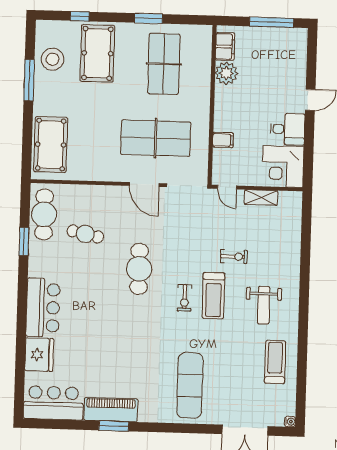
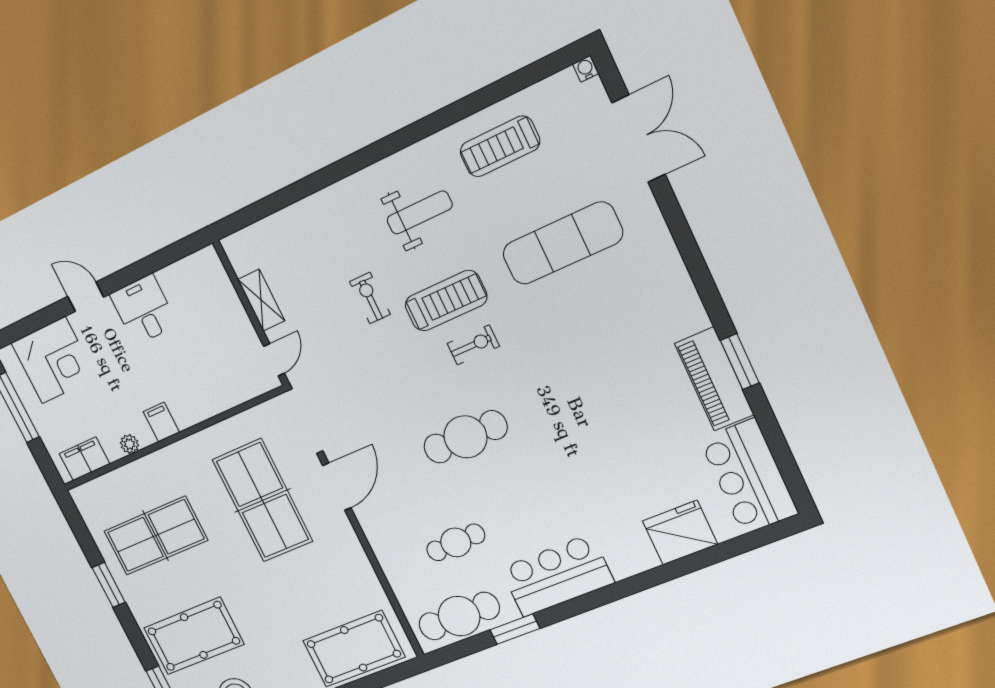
plant: (226, 73) -> (129, 444), width x0.53, depth x0.53
filing cabinet: (223, 140) -> (161, 422), moved
corner desk: (283, 166) -> (54, 360), moved
cafe table: (85, 234) -> (456, 542), turned 76
bar counter: (43, 308) -> (557, 575), moved
exercise mat: (190, 385) -> (562, 243), moved

